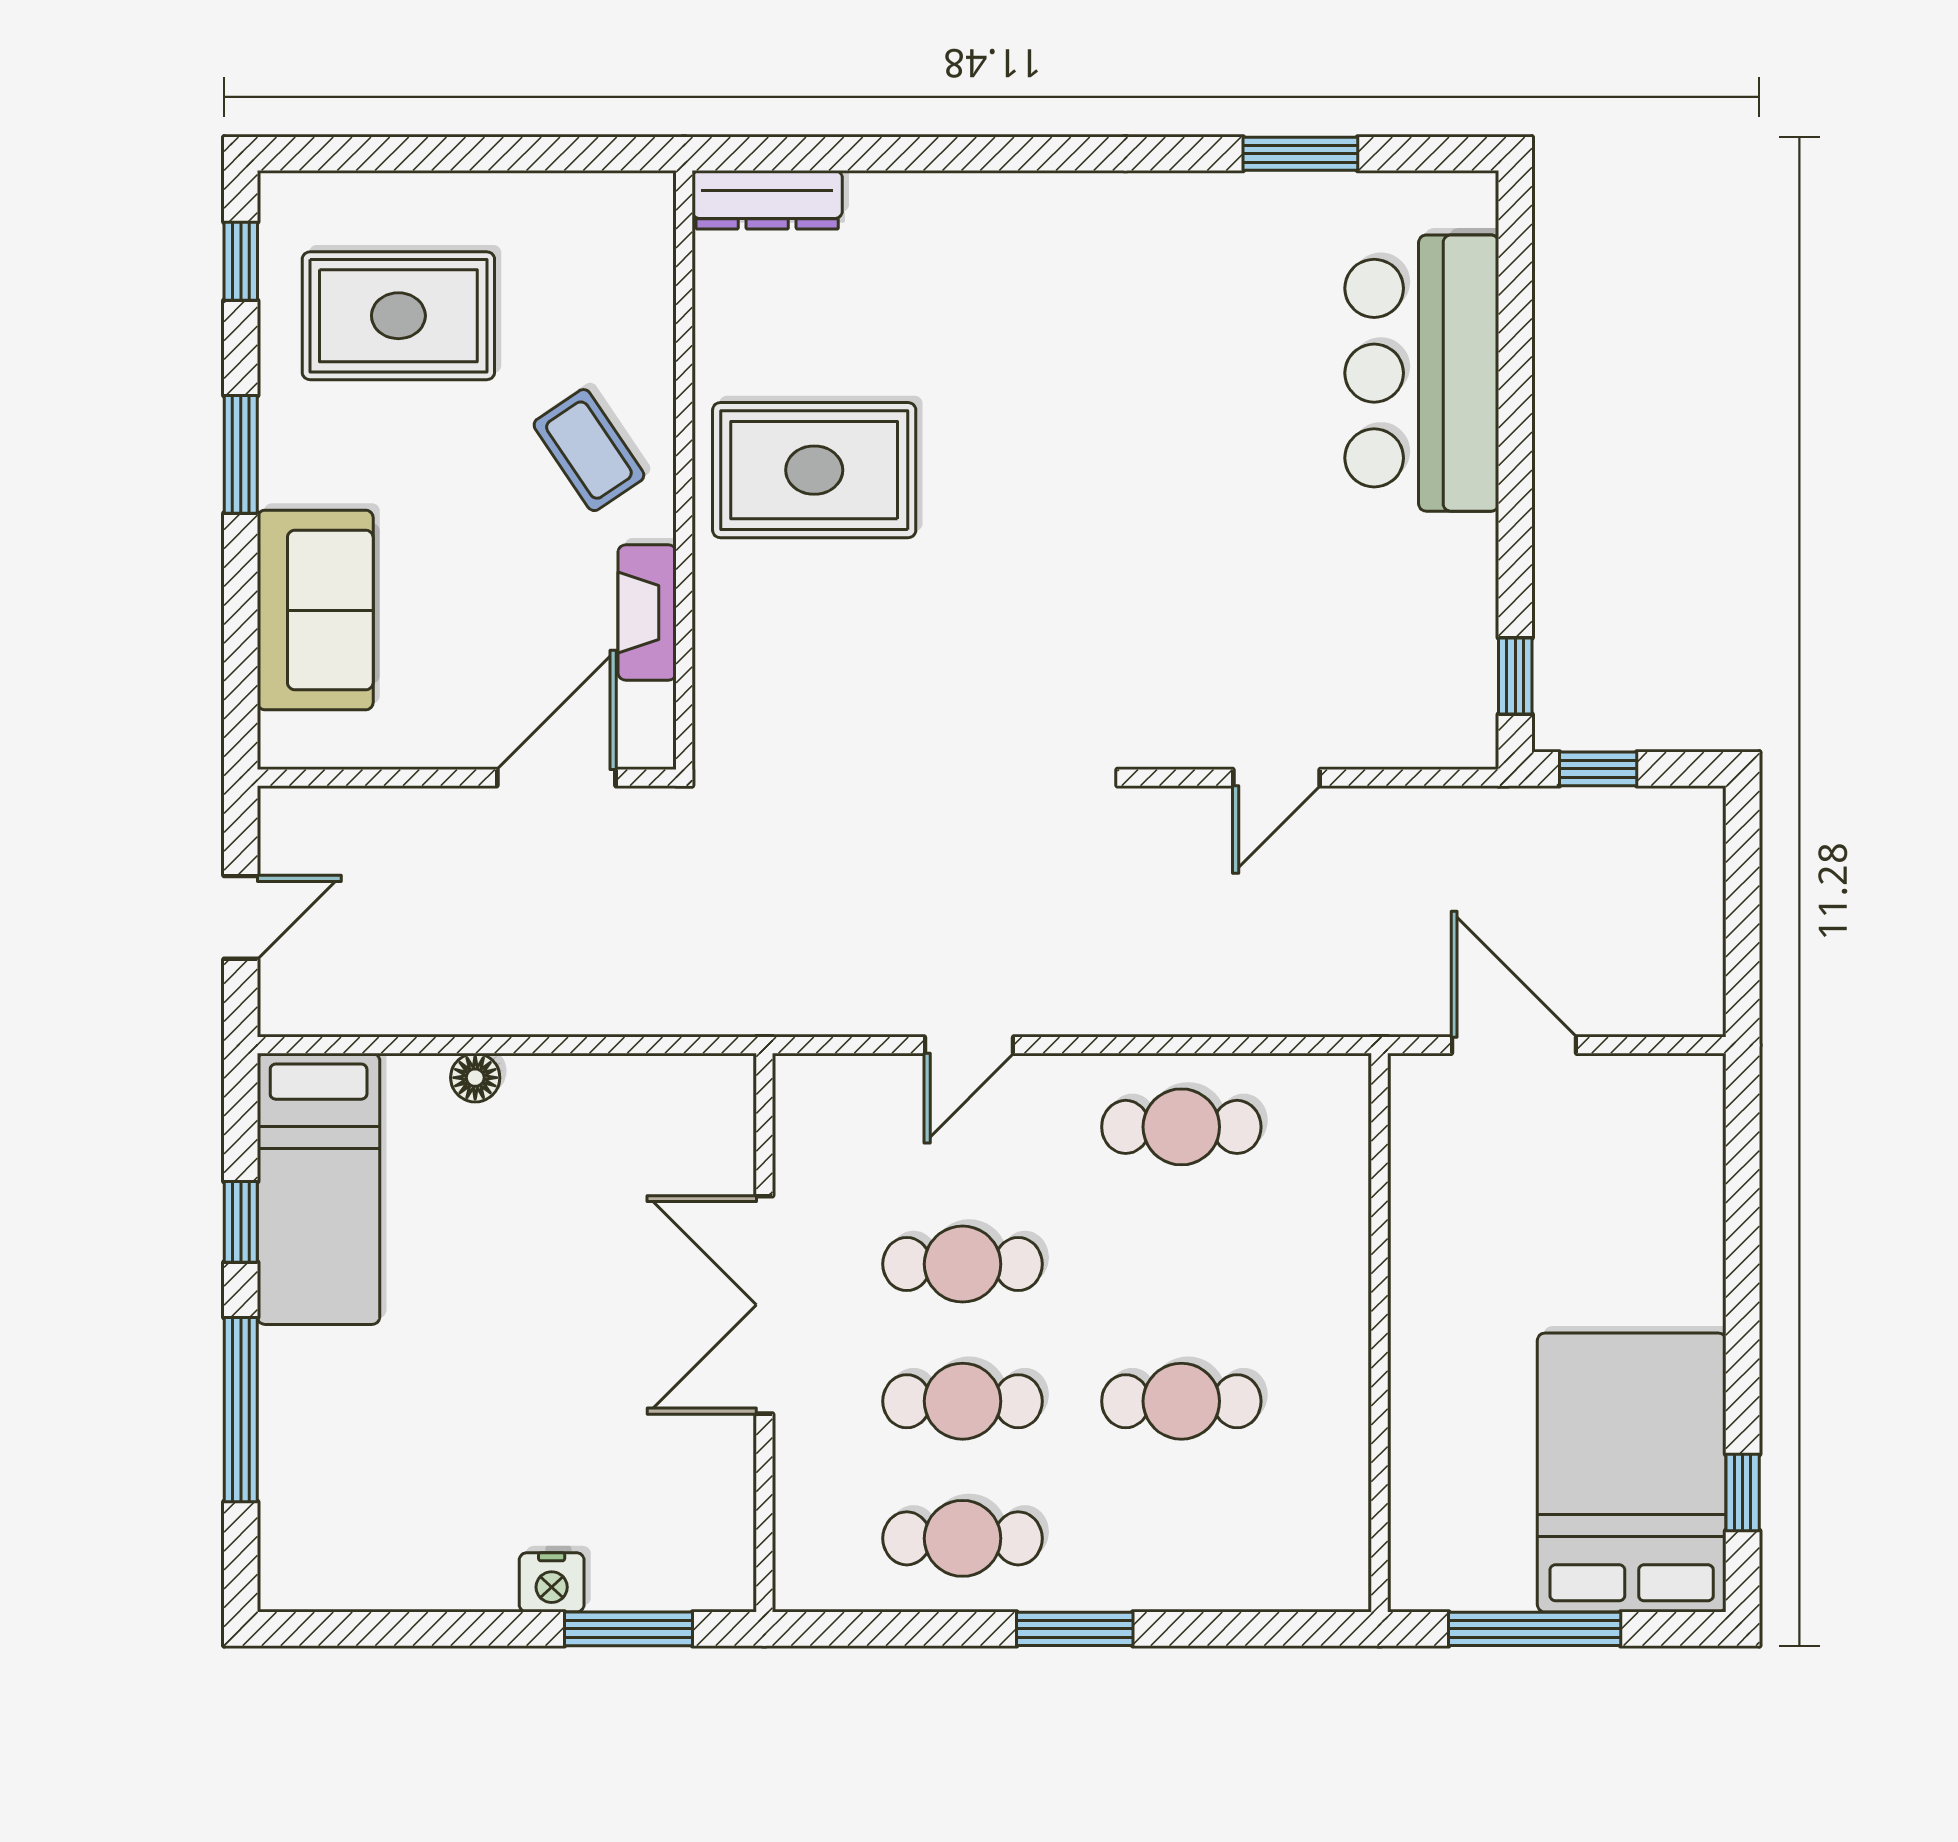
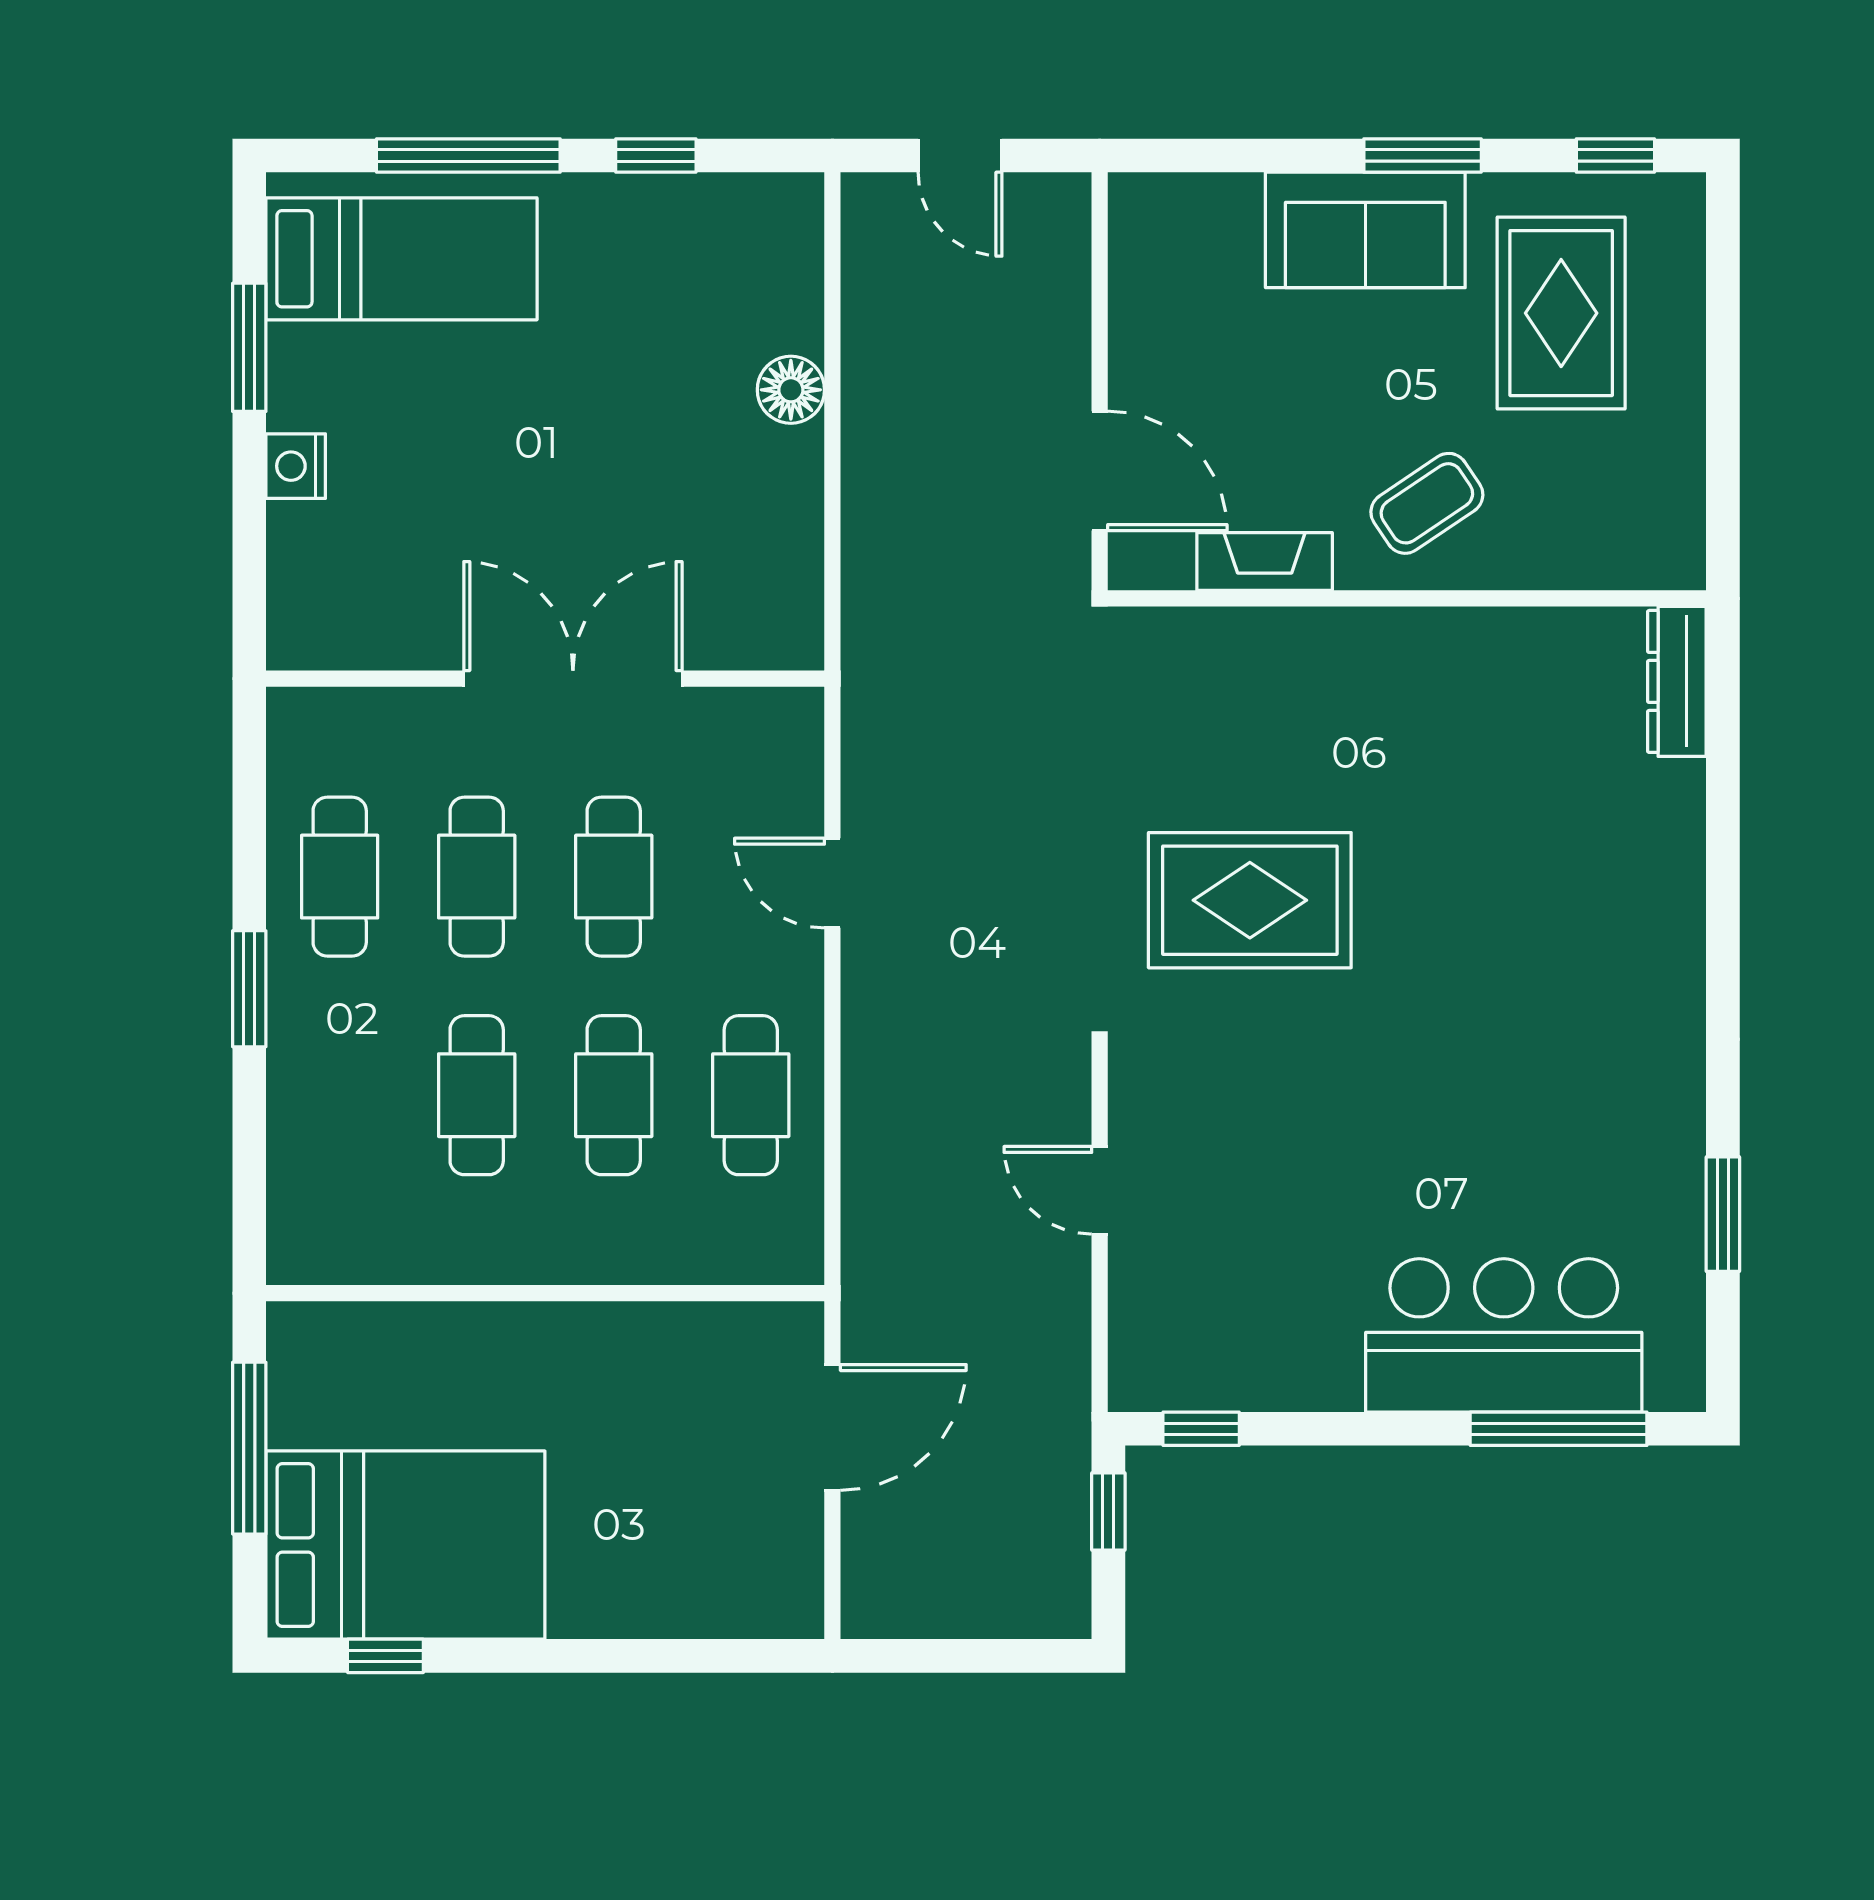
window: (1515, 318) -> (1559, 1429), added
rug: (814, 470) -> (1250, 900), moved, turned 90
sofa: (315, 610) -> (1365, 230), moved
floor lamp: (475, 1078) -> (791, 390), width x1.37, depth x1.37
bed: (319, 1189) -> (402, 259), moved, turned 180
cafe table: (1181, 1264) -> (614, 1095), added
window: (628, 1629) -> (249, 347), moved

